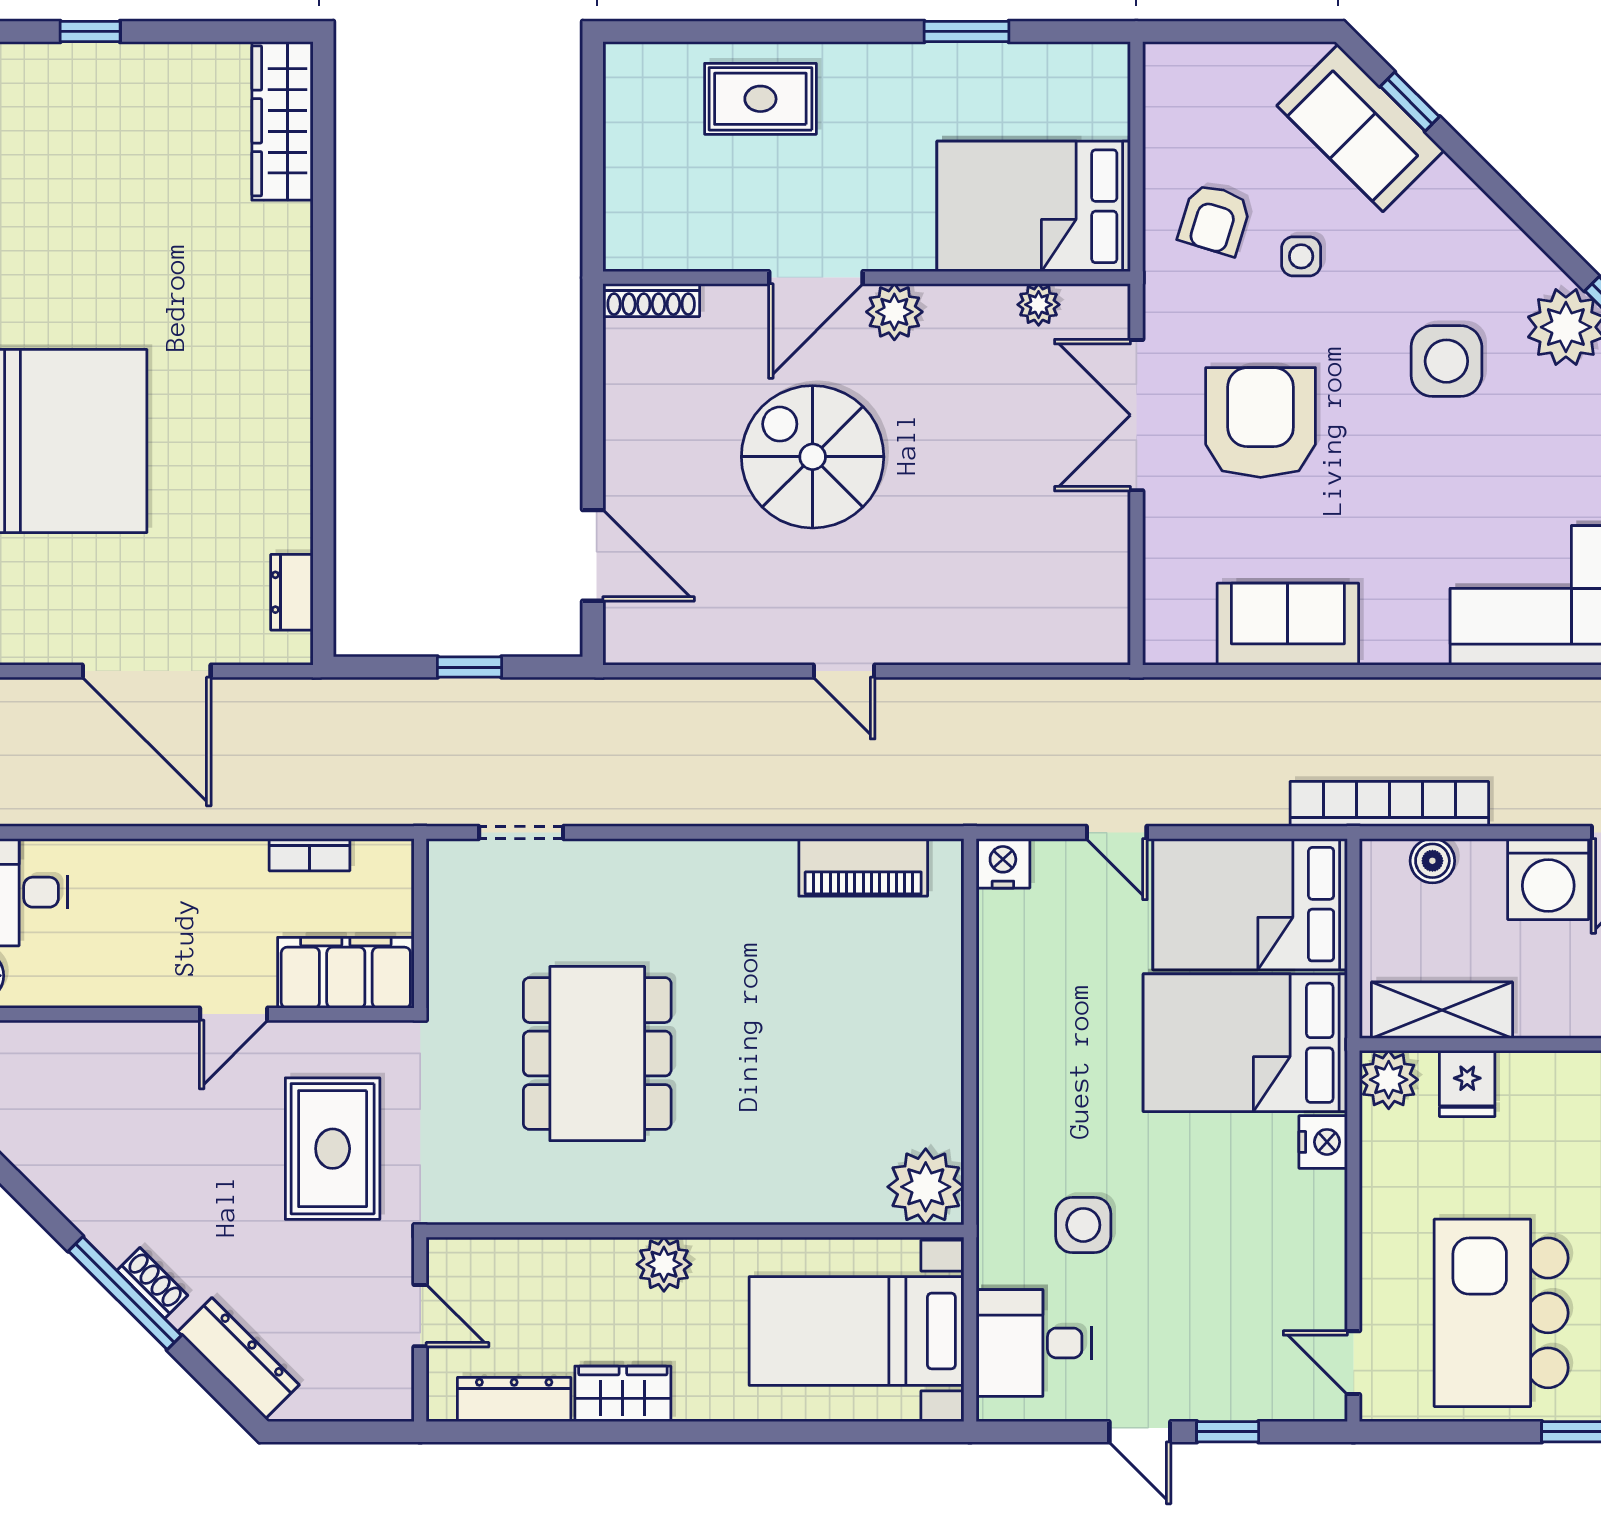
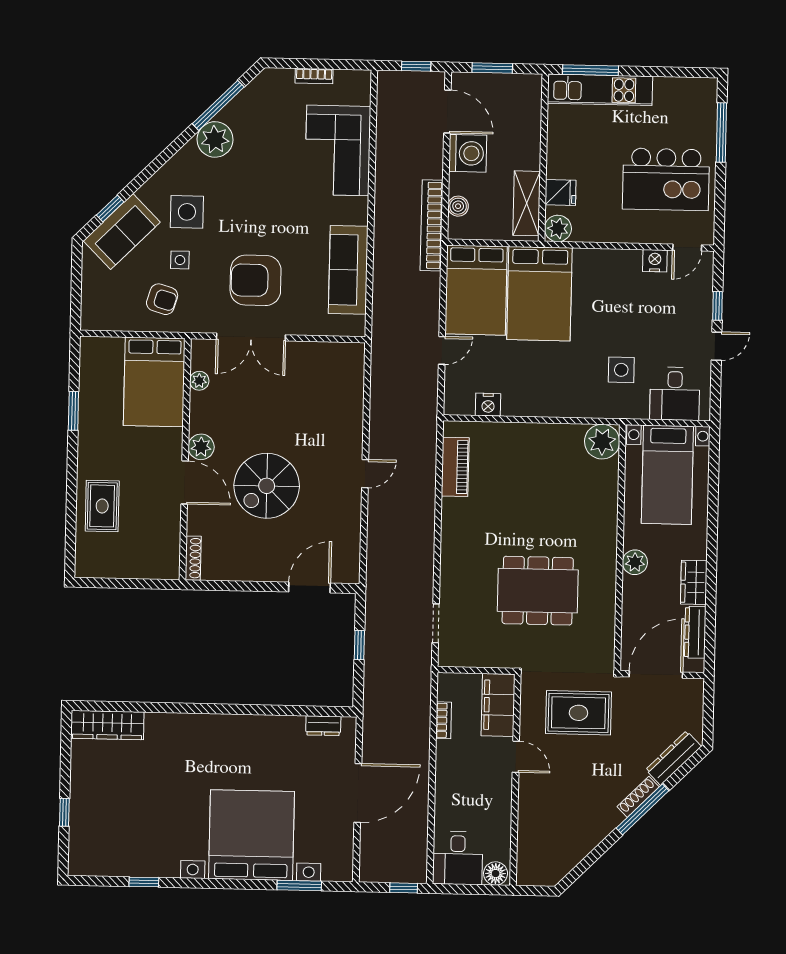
side table: (1446, 361) -> (187, 212), moved
sofa: (1288, 624) -> (348, 270), width x1.36
nightstand: (1003, 863) -> (488, 405), moved, turned -90
nightstand: (1323, 1142) -> (655, 261), moved
shoe rack: (152, 1283) -> (638, 797), width x1.43
door: (420, 1316) -> (656, 674), width x1.87

